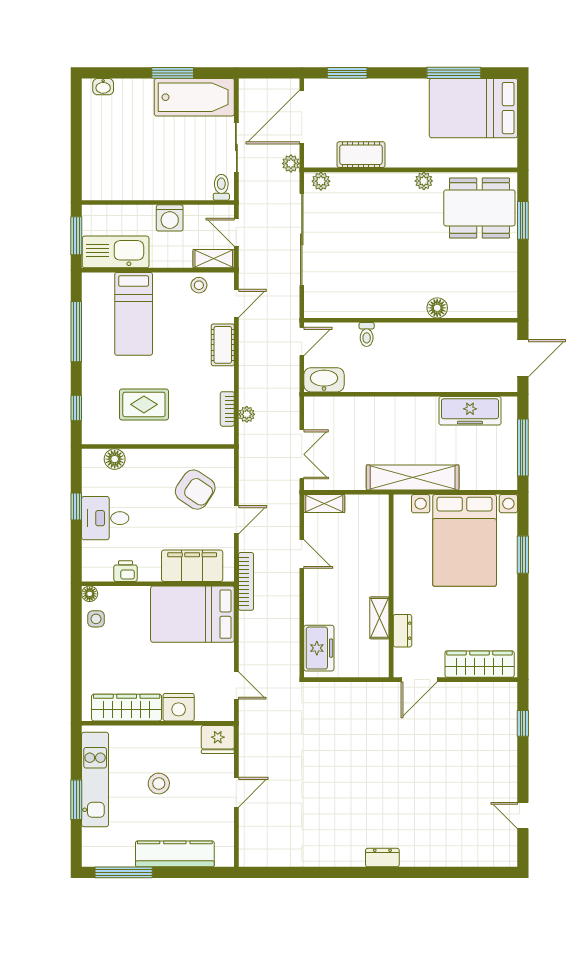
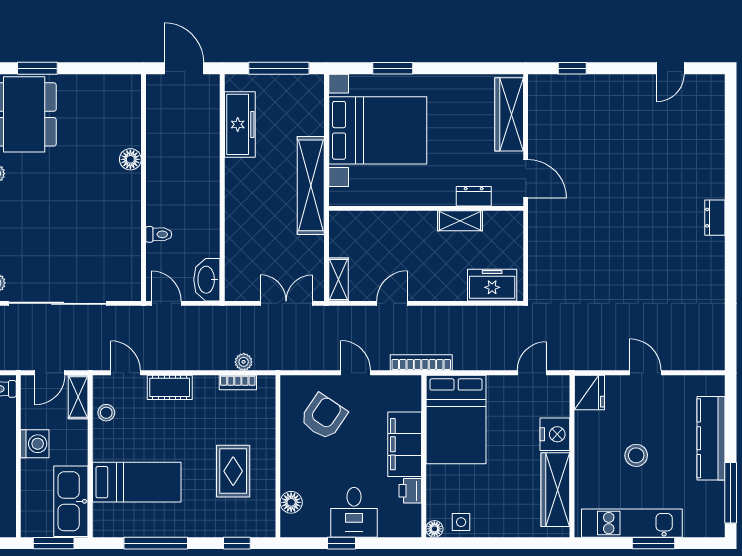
filing cabinet: (192, 566) -> (405, 444), moved

